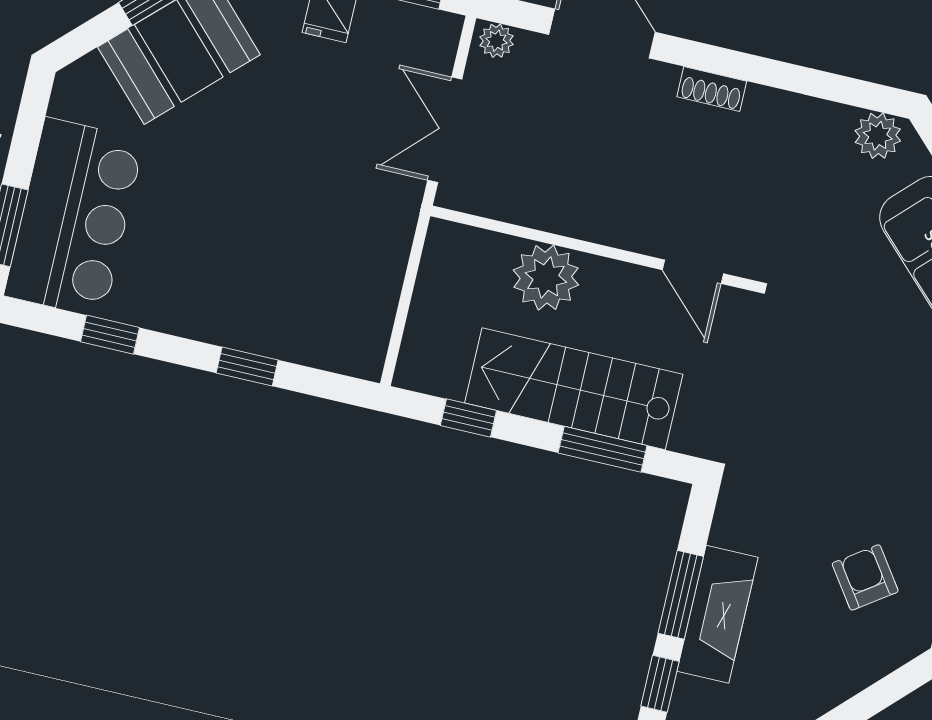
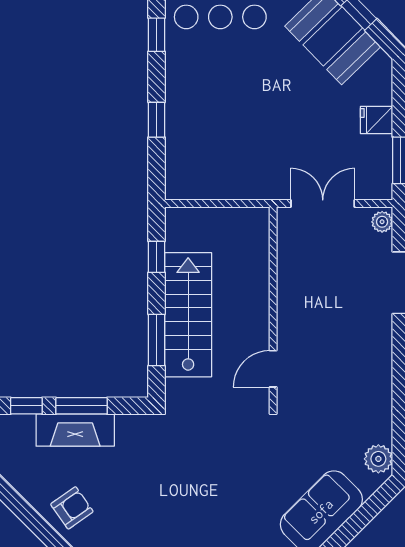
shoe rack: (712, 89) -> (383, 355), removed
plant: (546, 278) -> (250, 283), removed
armchair: (865, 577) -> (72, 508), moved

